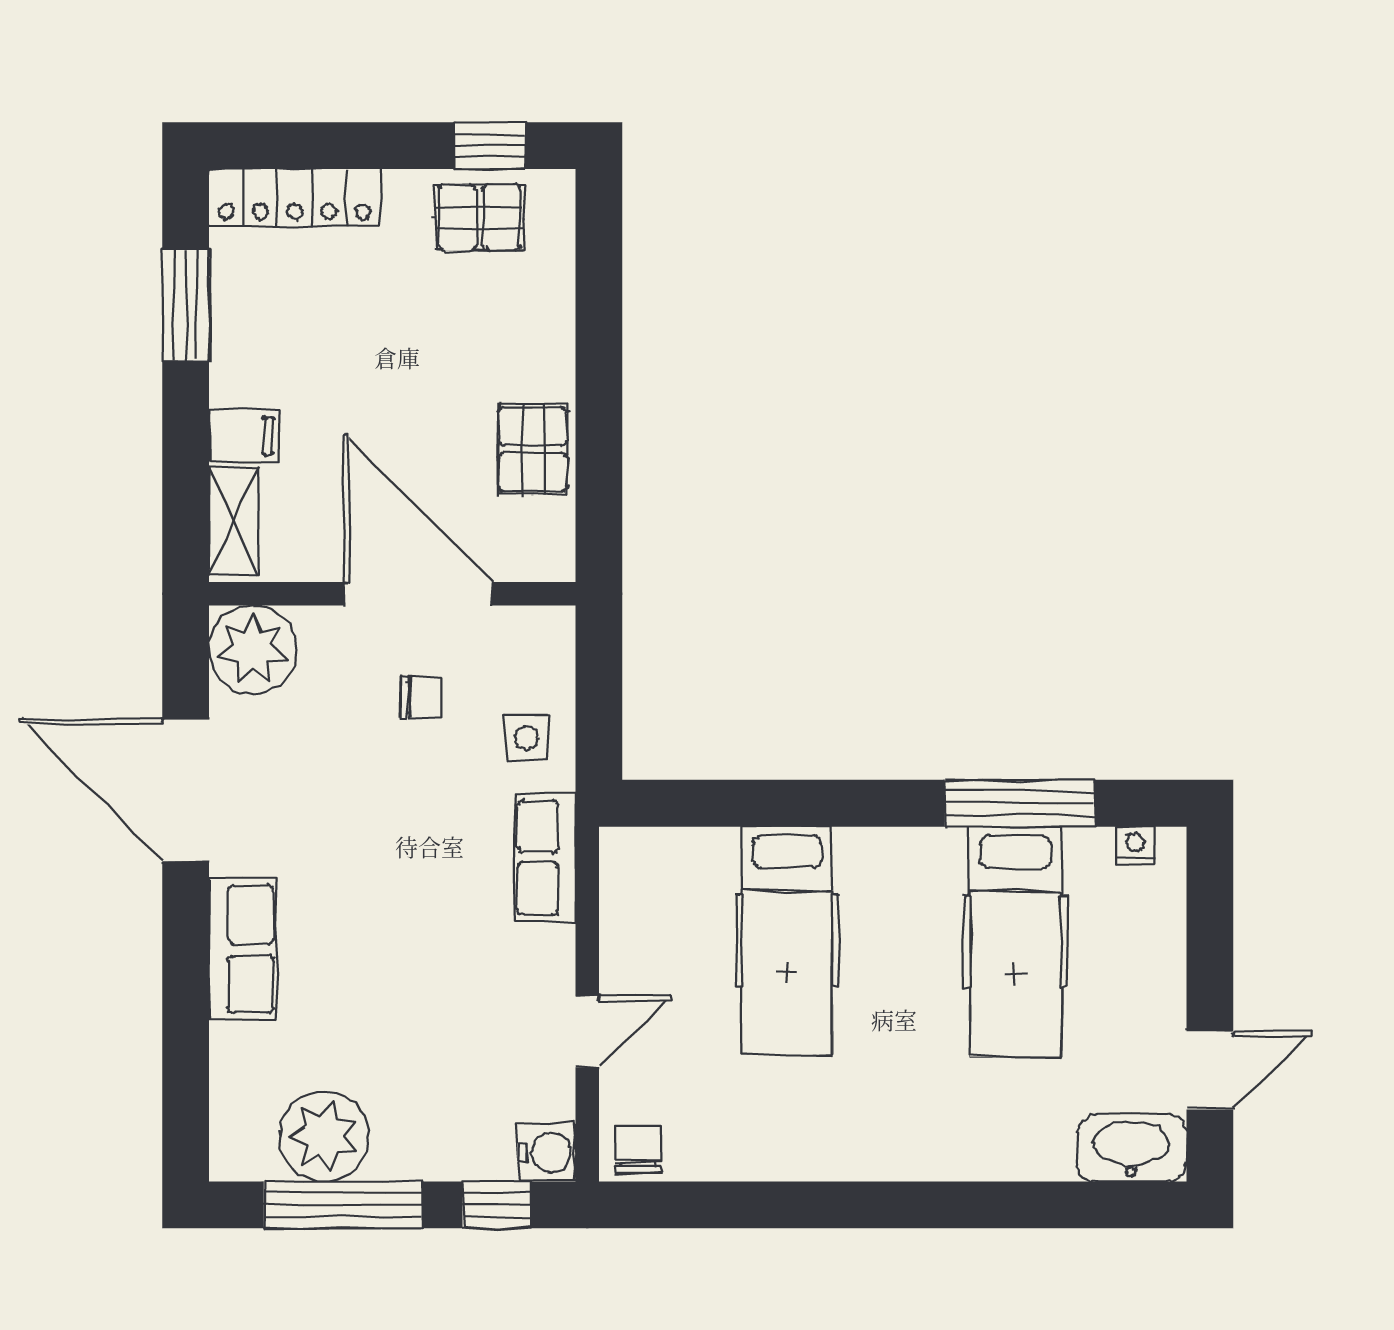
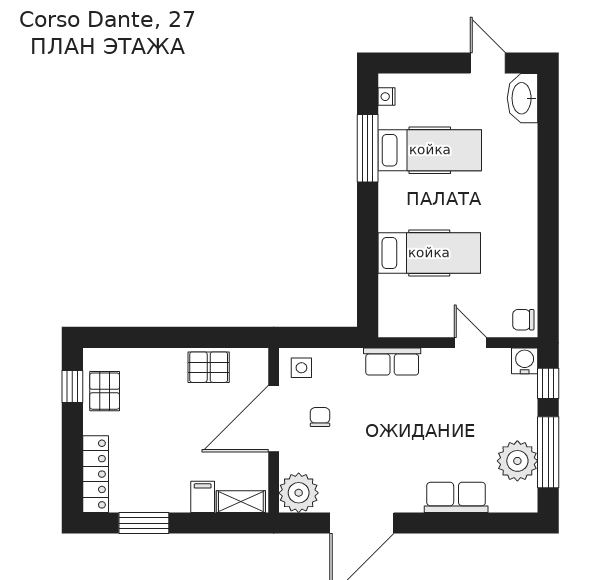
side table: (527, 738) -> (301, 368), moved
row of seats: (243, 949) -> (456, 497), moved

